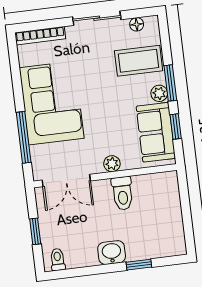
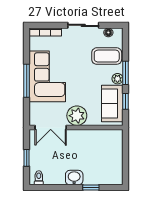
window: (24, 137) -> (27, 81), moved
plant: (112, 164) -> (77, 116), width x1.88, depth x1.88
toilet: (122, 193) -> (86, 140), removed

